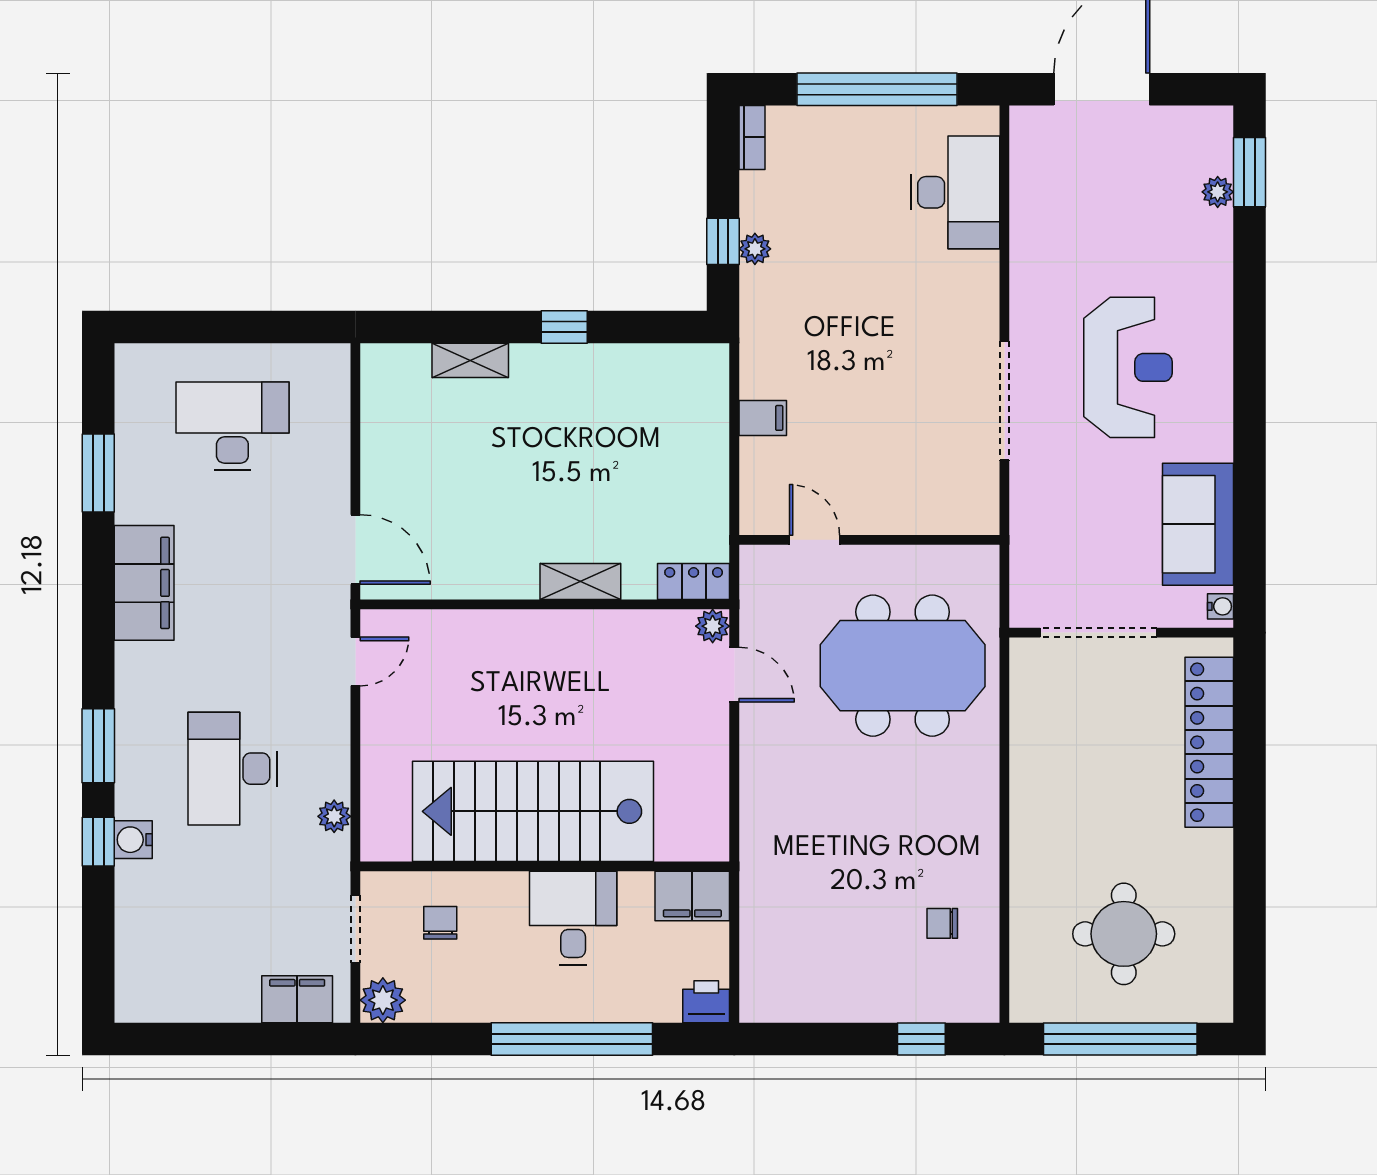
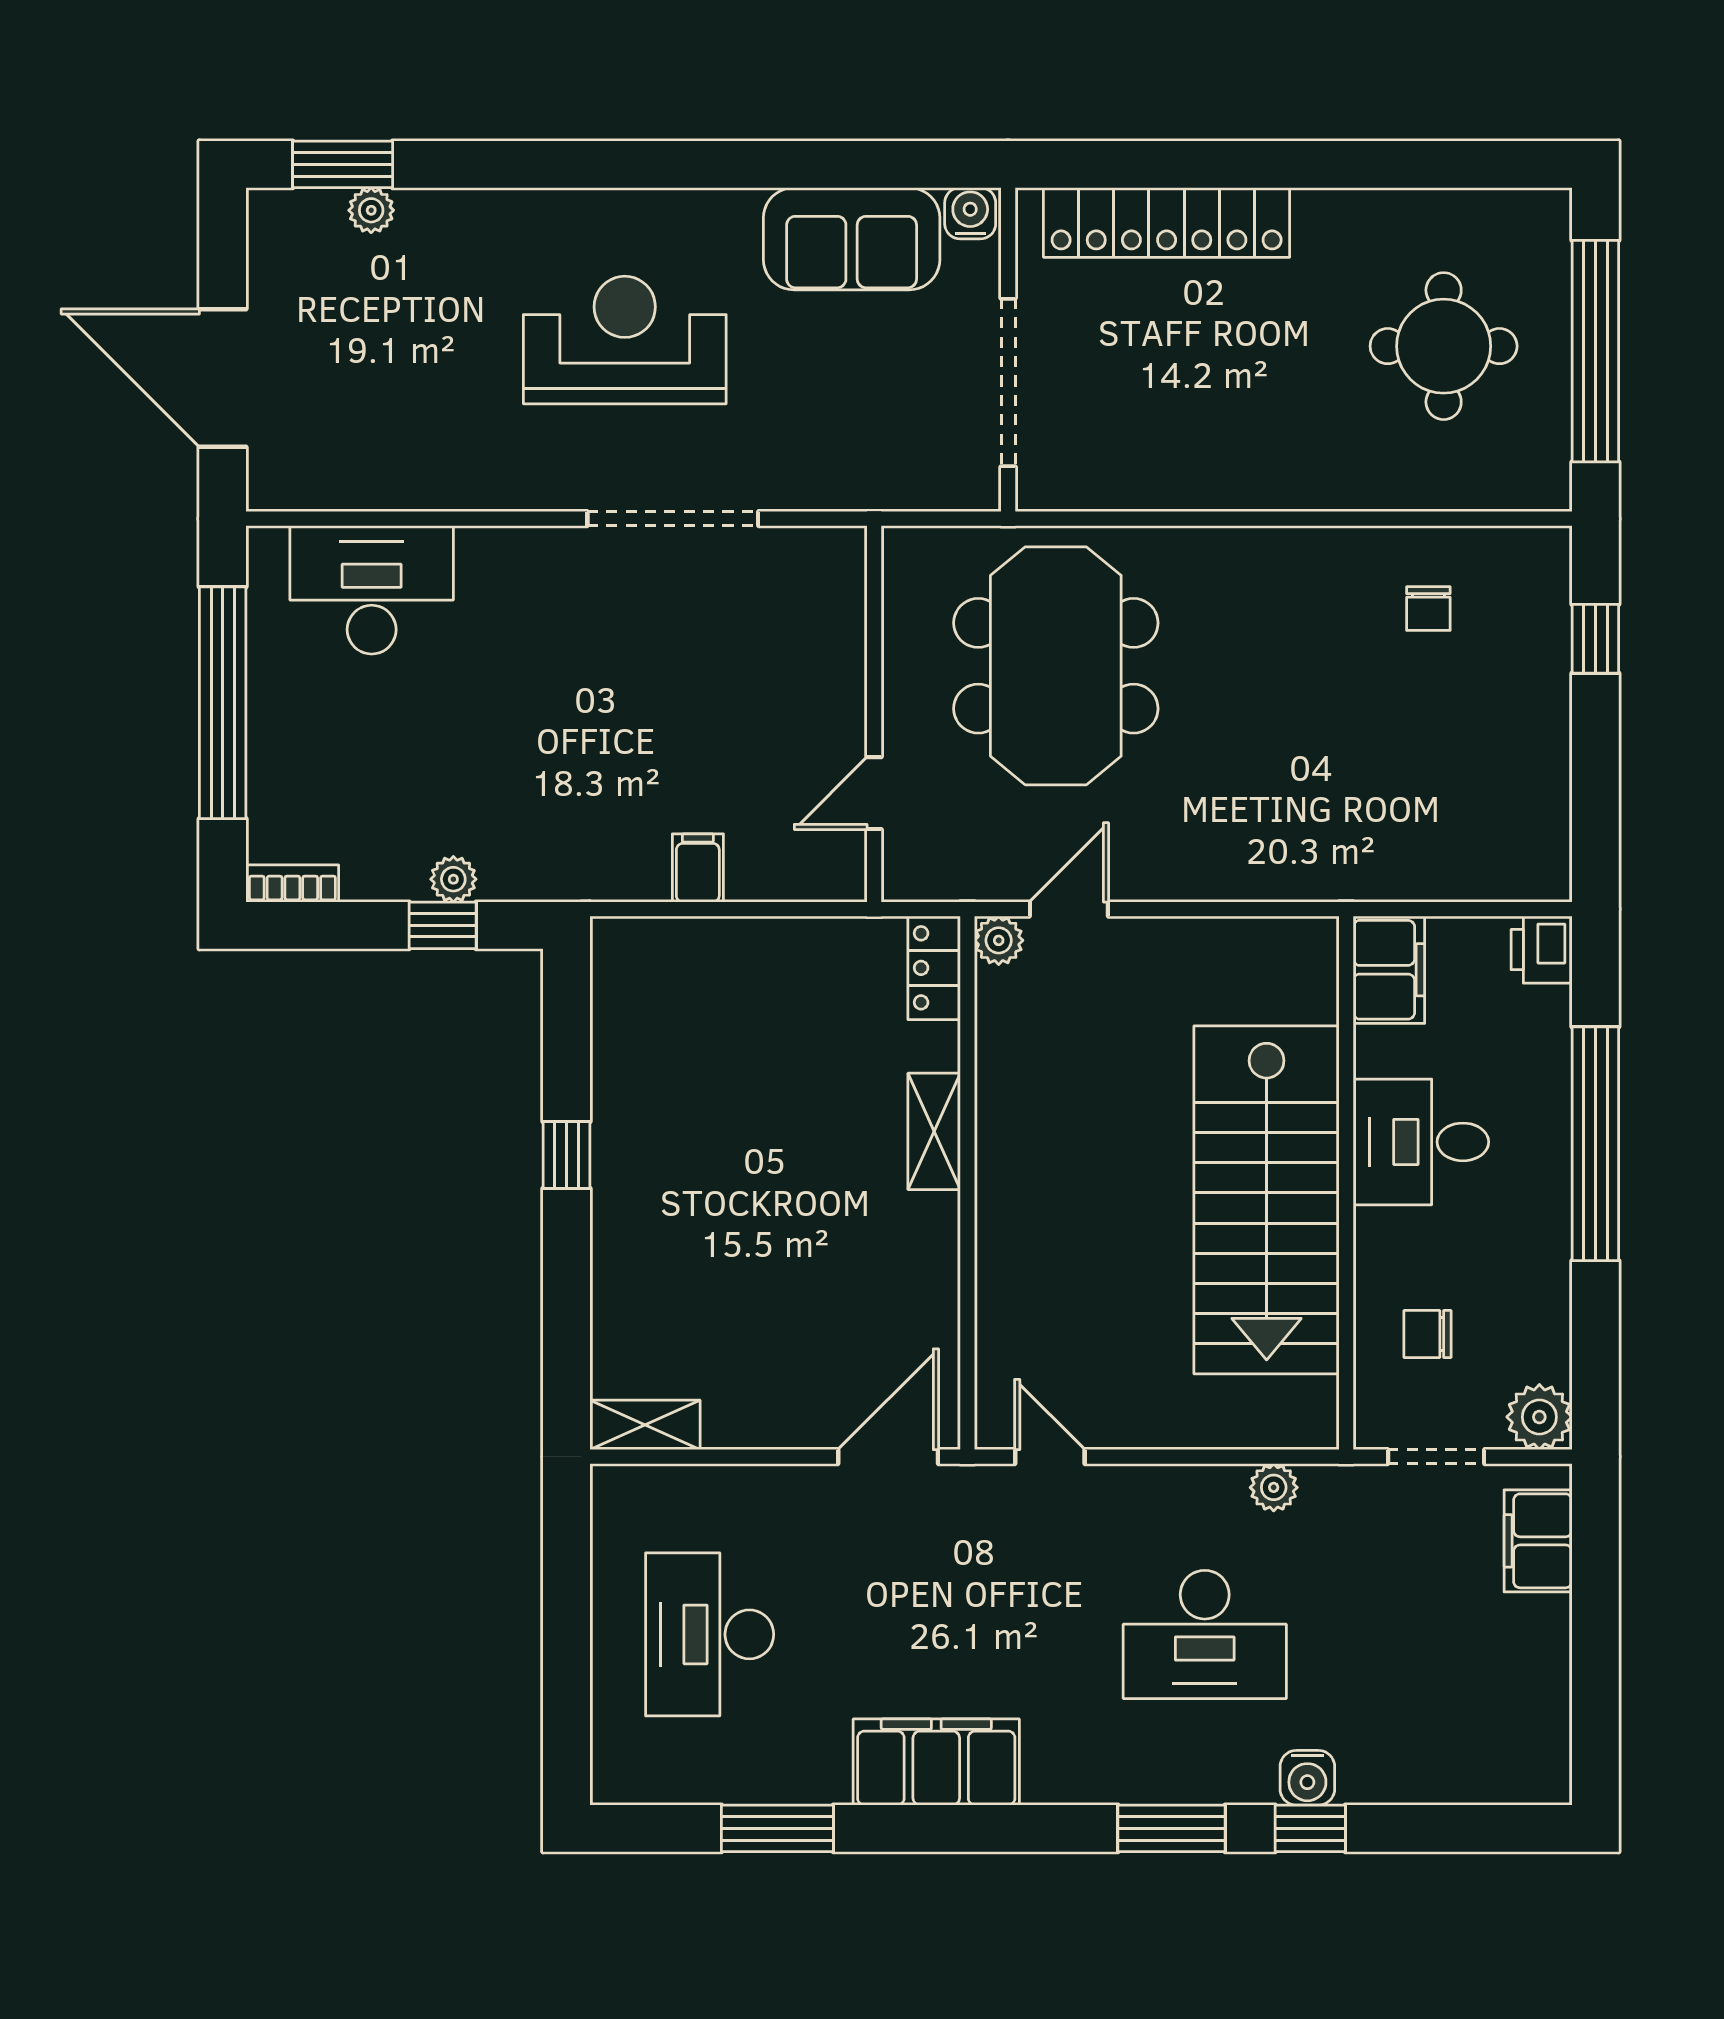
shelving: (470, 360) -> (645, 1425), moved, turned 90
water cooler: (1221, 606) -> (970, 213), width x1.38, depth x1.38

